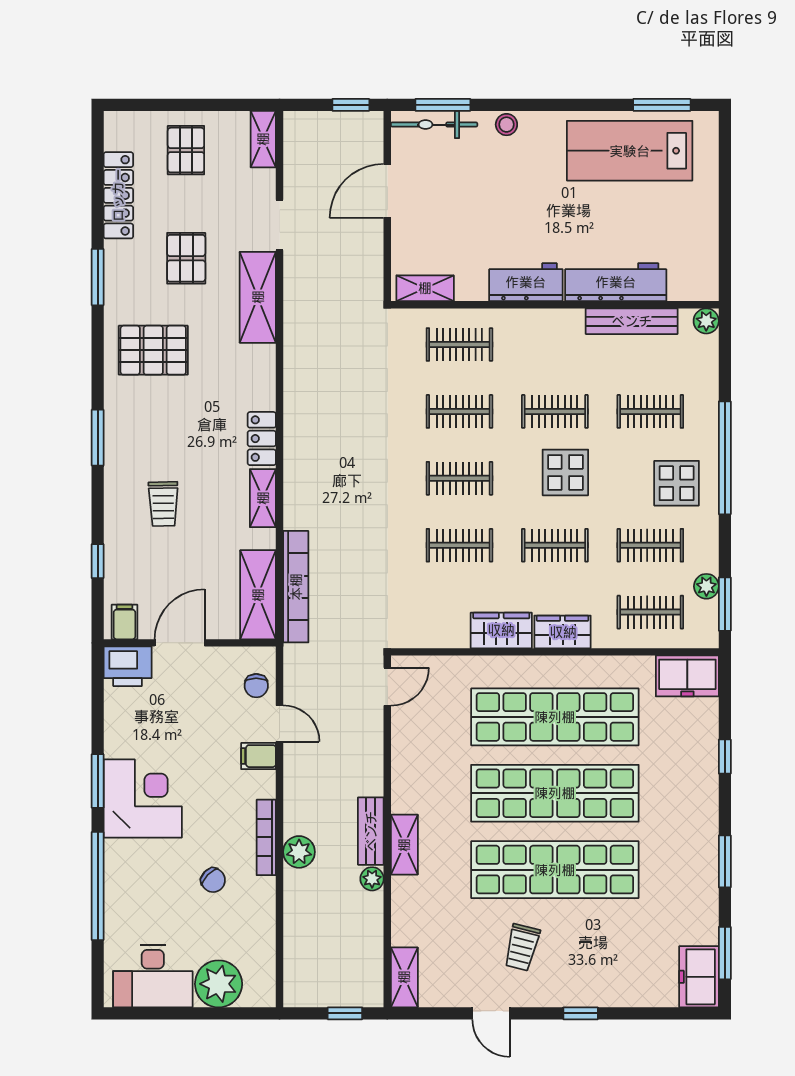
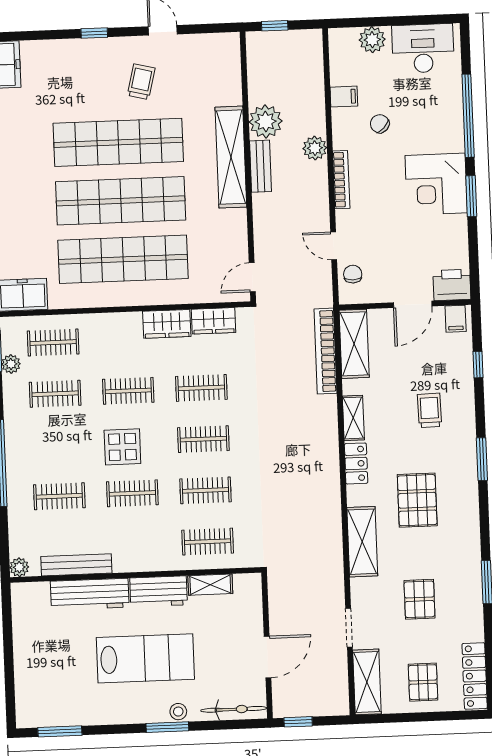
window: (443, 105) -> (167, 727), moved
shelving: (263, 139) -> (367, 682), width x1.50, depth x1.33
lab bench: (630, 151) -> (145, 658), moved
locker: (118, 195) -> (475, 676), moved
shelving: (425, 288) -> (210, 585), moved
shelving: (258, 297) -> (362, 542), moved
pallet: (153, 350) -> (417, 500), moved, turned 90
display table: (677, 483) -> (37, 442), removed
wardrobe: (563, 632) -> (214, 321), moved
filing cabinet: (259, 756) -> (344, 97), moved
bookcase: (266, 837) -> (341, 180), moved
shelving: (404, 845) -> (231, 157), width x2.20, depth x1.33
plant: (372, 879) -> (266, 122), width x1.87, depth x1.87
shelving: (404, 977) -> (230, 55), removed
plant: (219, 984) -> (372, 40), width x0.73, depth x0.73

